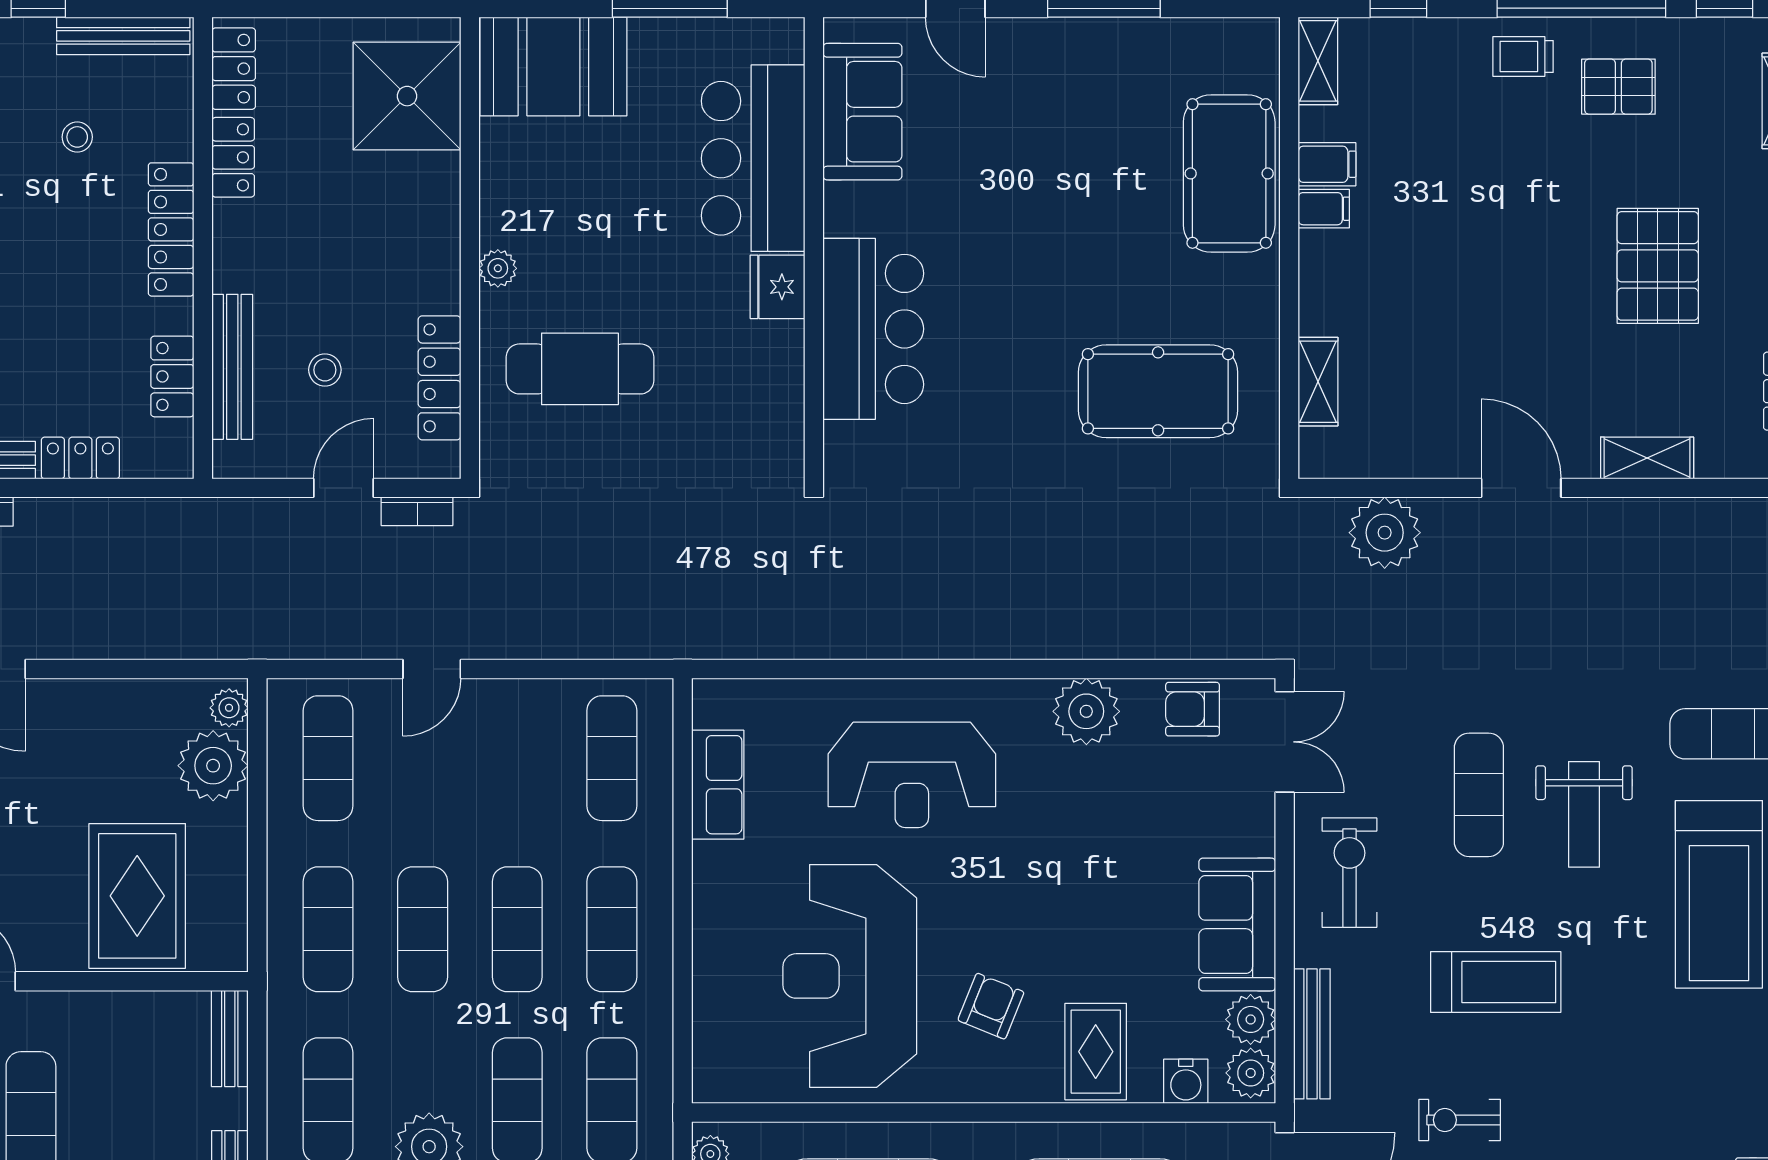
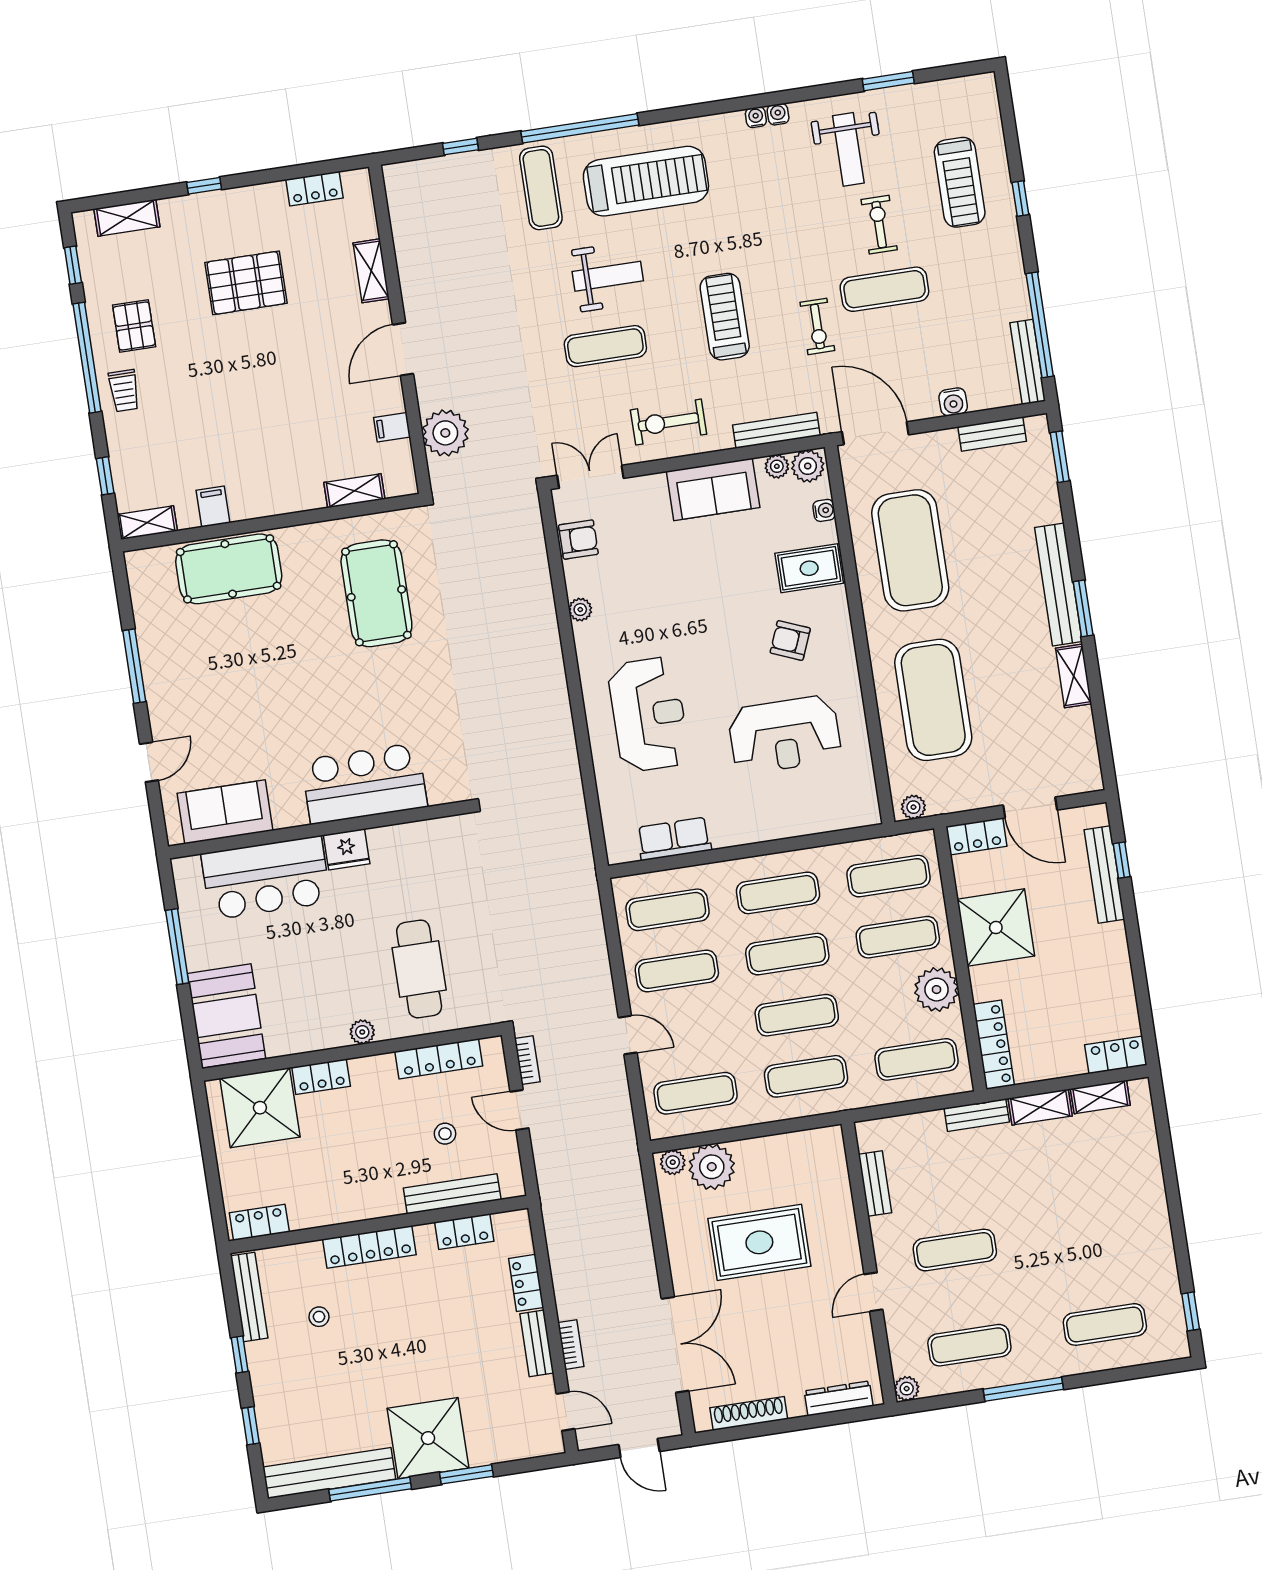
locker: (233, 157) -> (321, 1077), moved, turned 180
filing cabinet: (1324, 209) -> (392, 427), moved, turned -90
armchair: (1193, 709) -> (578, 540), turned -90
plant: (1086, 711) -> (580, 610), width x0.53, depth x0.53
exercise mat: (517, 758) -> (677, 971), added
rug: (137, 896) -> (759, 1242), moved
reception desk: (850, 976) -> (785, 735), width x0.74, depth x0.77
plant: (1251, 1019) -> (777, 466), width x0.73, depth x0.73
bench: (230, 1038) -> (875, 1184), moved, turned 90
water cooler: (1186, 1081) -> (824, 510), width x0.72, depth x0.72

